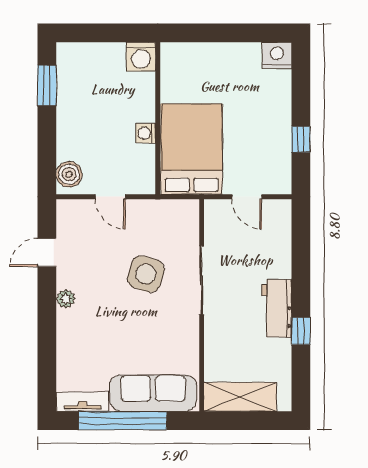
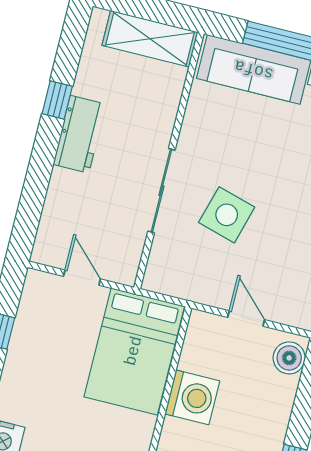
washing machine: (146, 133) -> (192, 397), width x1.89, depth x1.89

